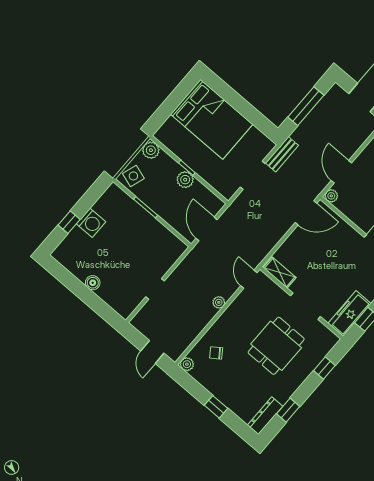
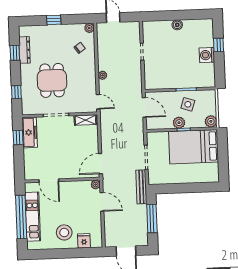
bed: (212, 119) -> (194, 147), moved
bench: (282, 154) -> (141, 187), width x1.36
side table: (133, 176) -> (188, 104), moved
dresser: (265, 416) -> (25, 50), moved

